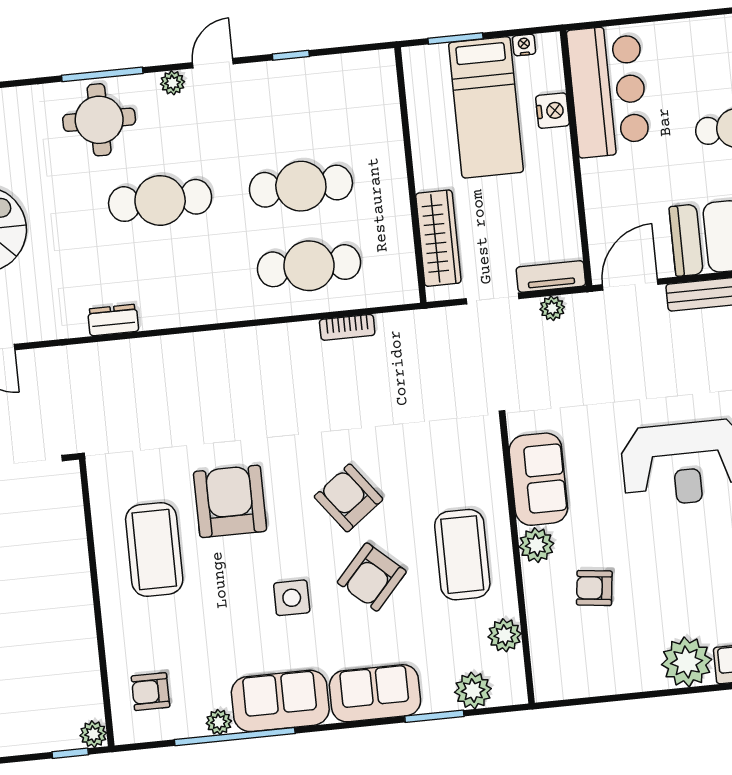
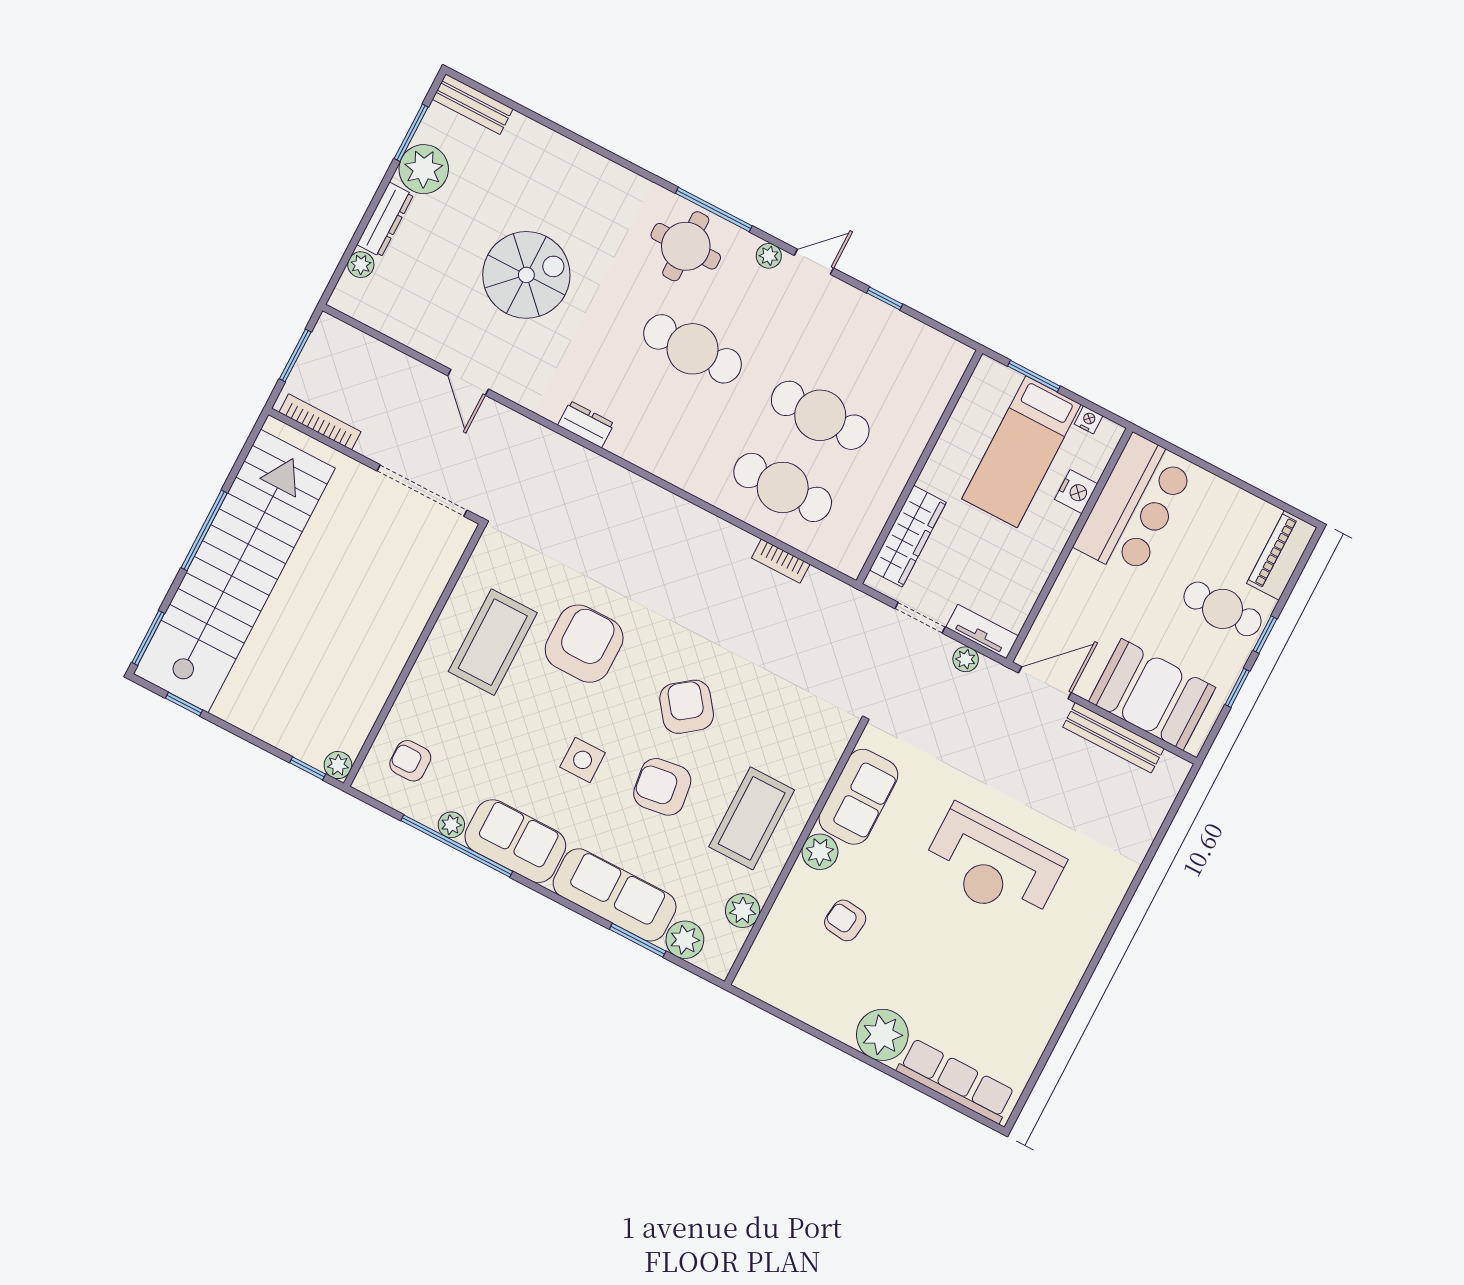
armchair: (372, 577) -> (662, 787), turned 40
sofa: (375, 693) -> (615, 895), width x1.36

